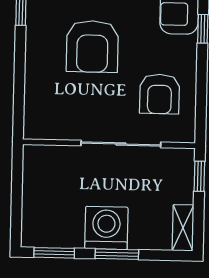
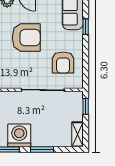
armchair: (92, 46) -> (26, 38), turned -90
washing machine: (106, 228) -> (19, 135), moved

